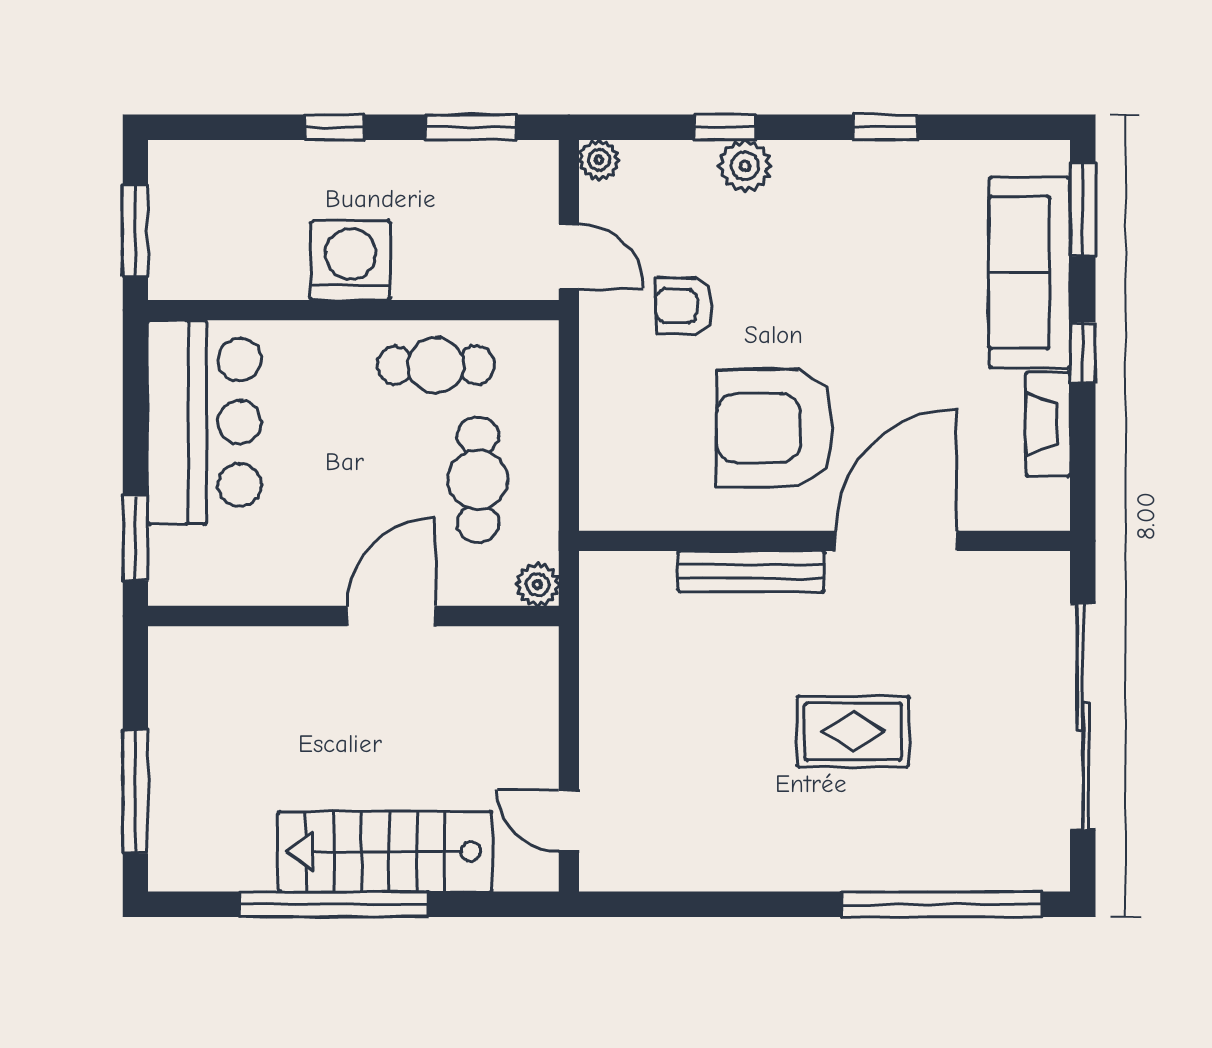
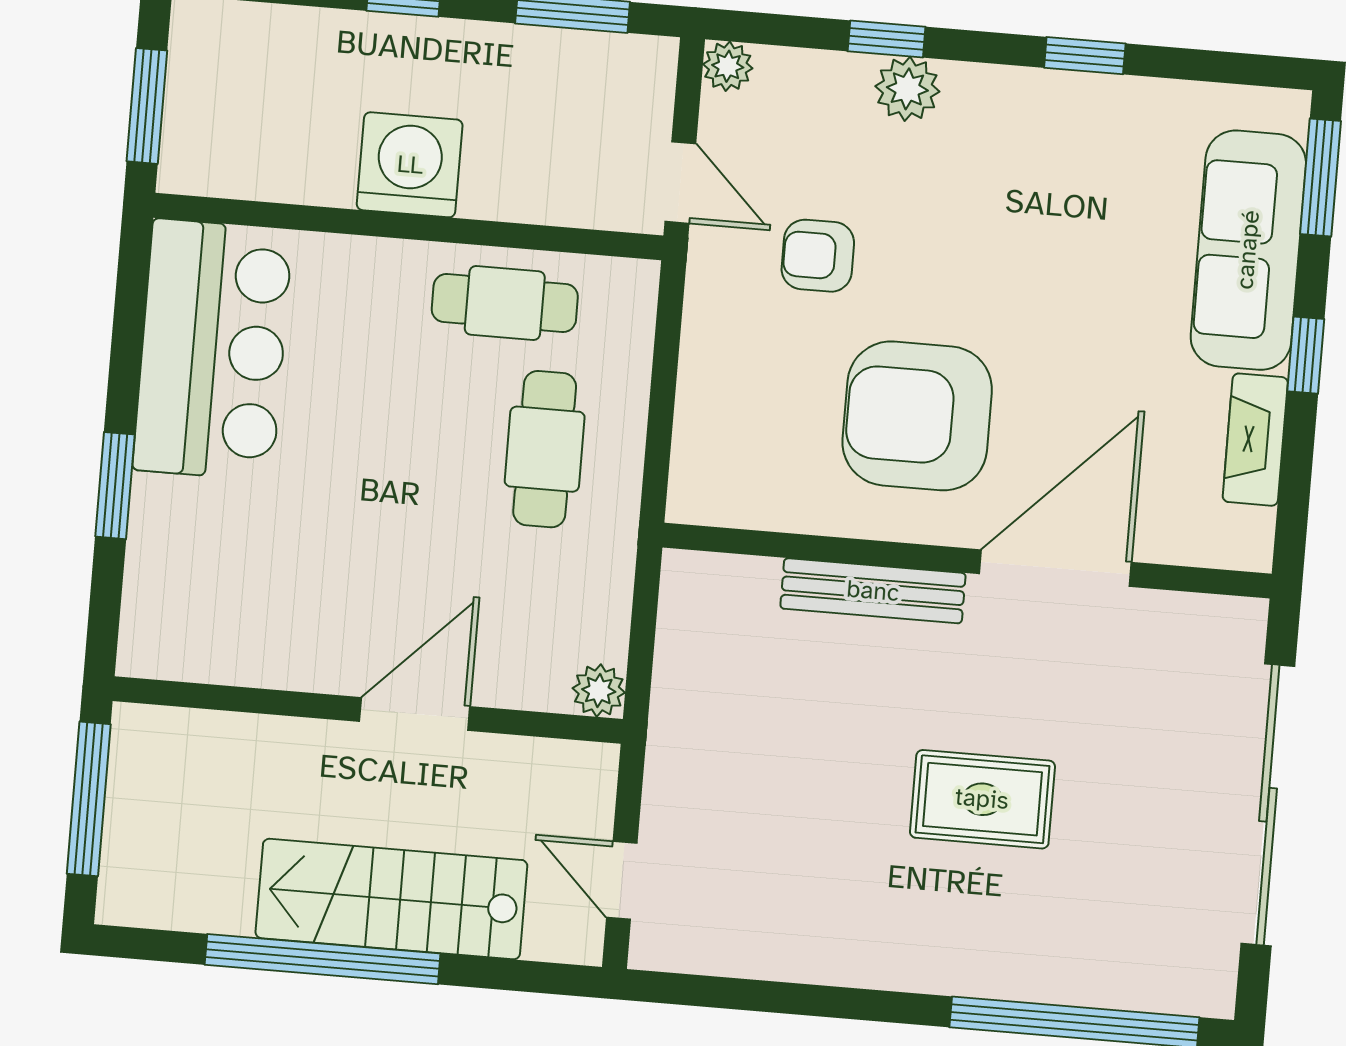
plant: (538, 585) -> (599, 690), moved
wall: (353, 616) -> (368, 710), moved
door: (391, 616) -> (415, 714), moved

